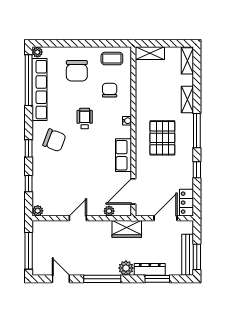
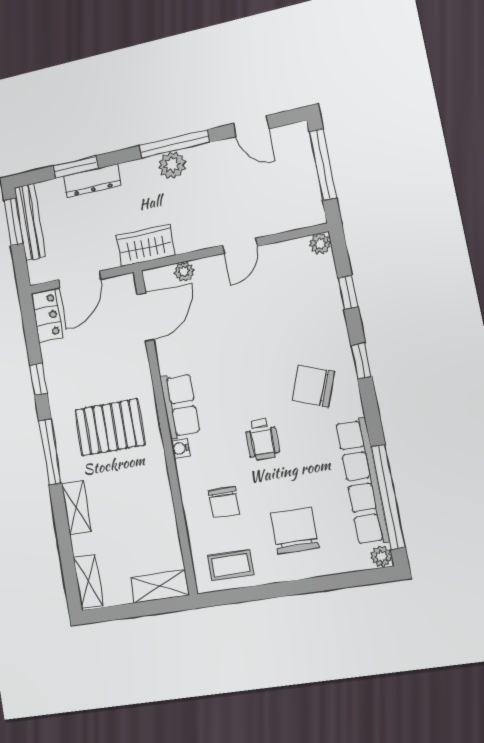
pallet: (162, 138) -> (110, 427), turned 90
row of seats: (123, 155) -> (180, 405), moved
plant: (126, 268) -> (172, 165), moved

